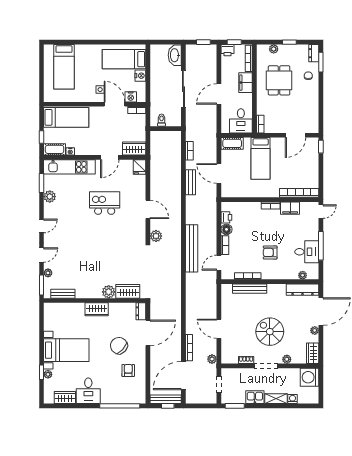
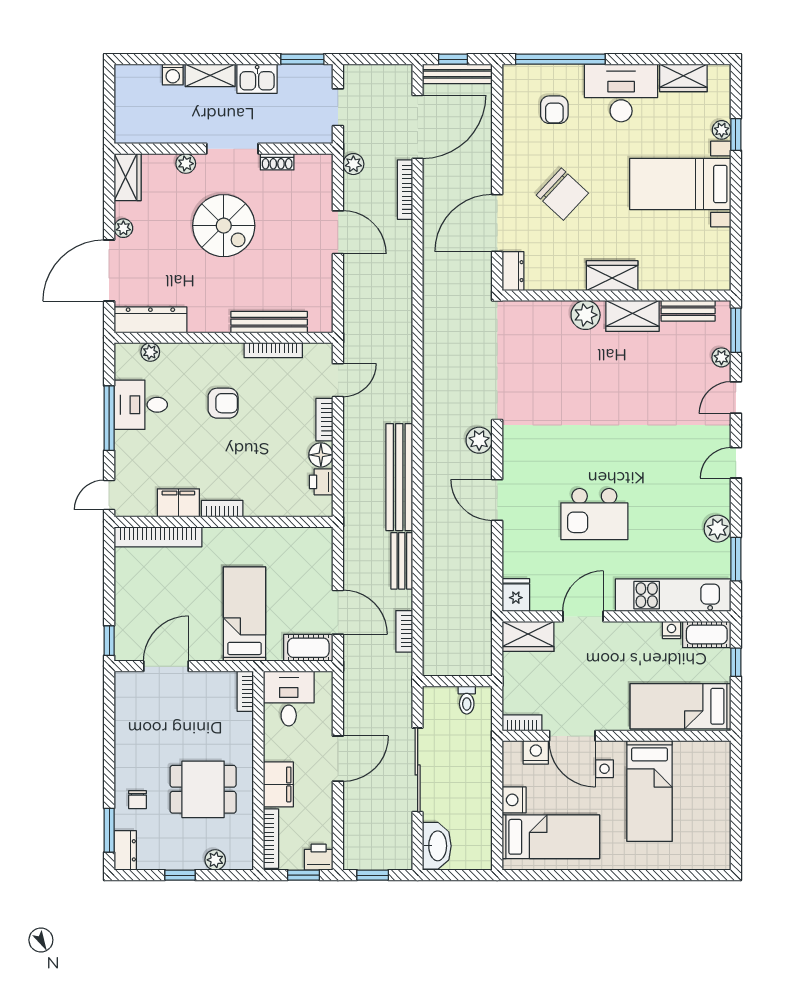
bed: (64, 67) -> (650, 791), moved, turned 180
dining table: (279, 80) -> (203, 789), turned 90
door: (219, 173) -> (338, 612), moved
bench: (192, 248) -> (399, 477), moved
wardrobe: (128, 291) -> (632, 316), moved
armchair: (128, 370) -> (554, 110), moved
washing machine: (310, 377) -> (135, 123), removed
desk: (88, 391) -> (621, 93), width x1.37

